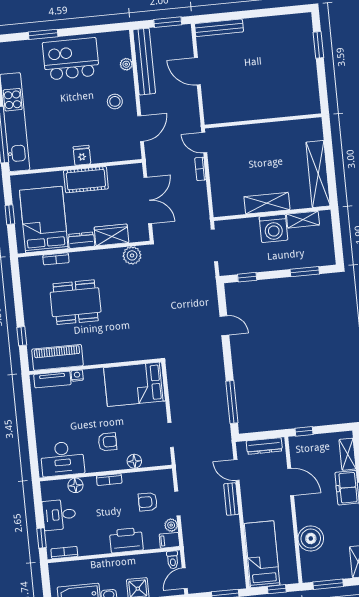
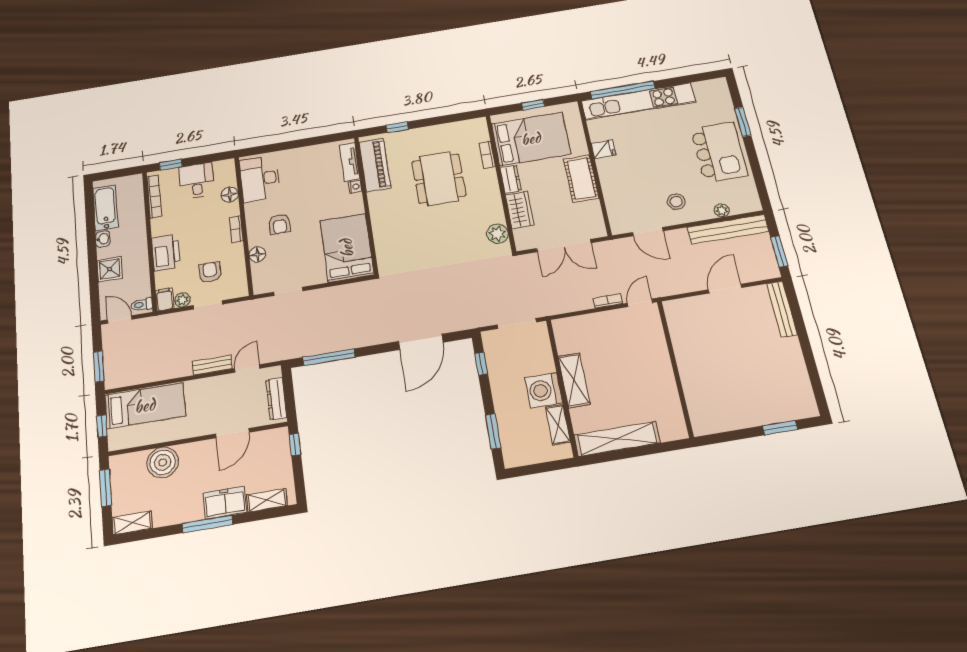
fridge: (82, 155) -> (604, 149), moved
door: (224, 326) -> (421, 342), width x1.88
bookcase: (64, 553) -> (154, 197), width x1.56

